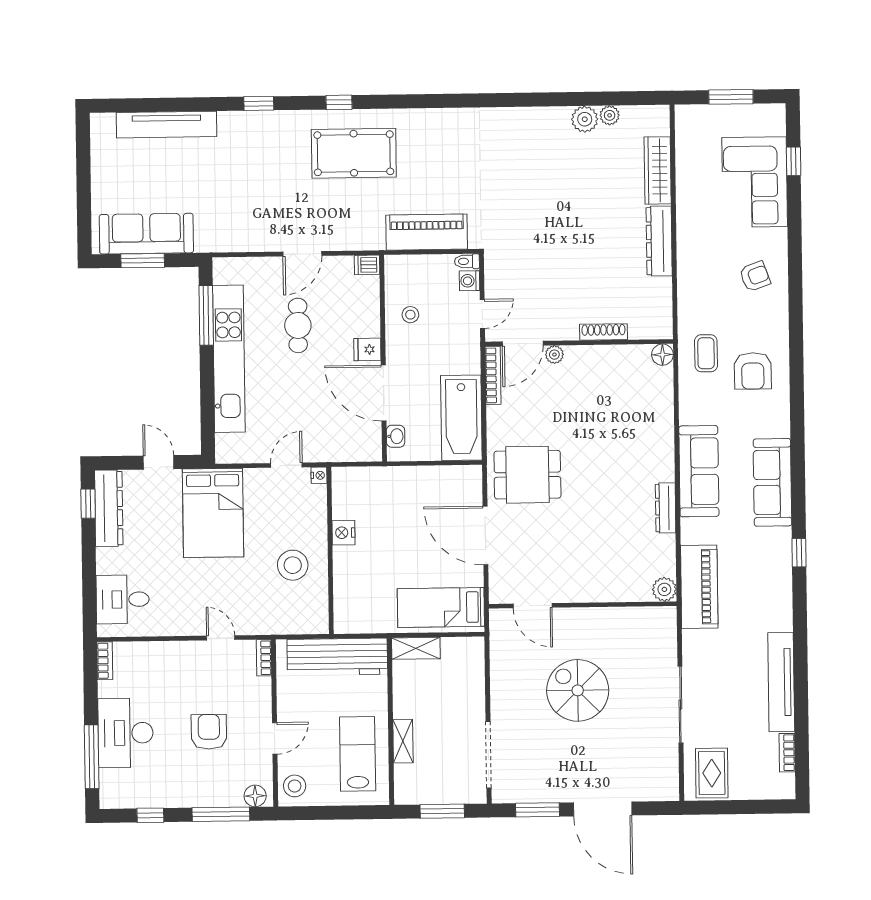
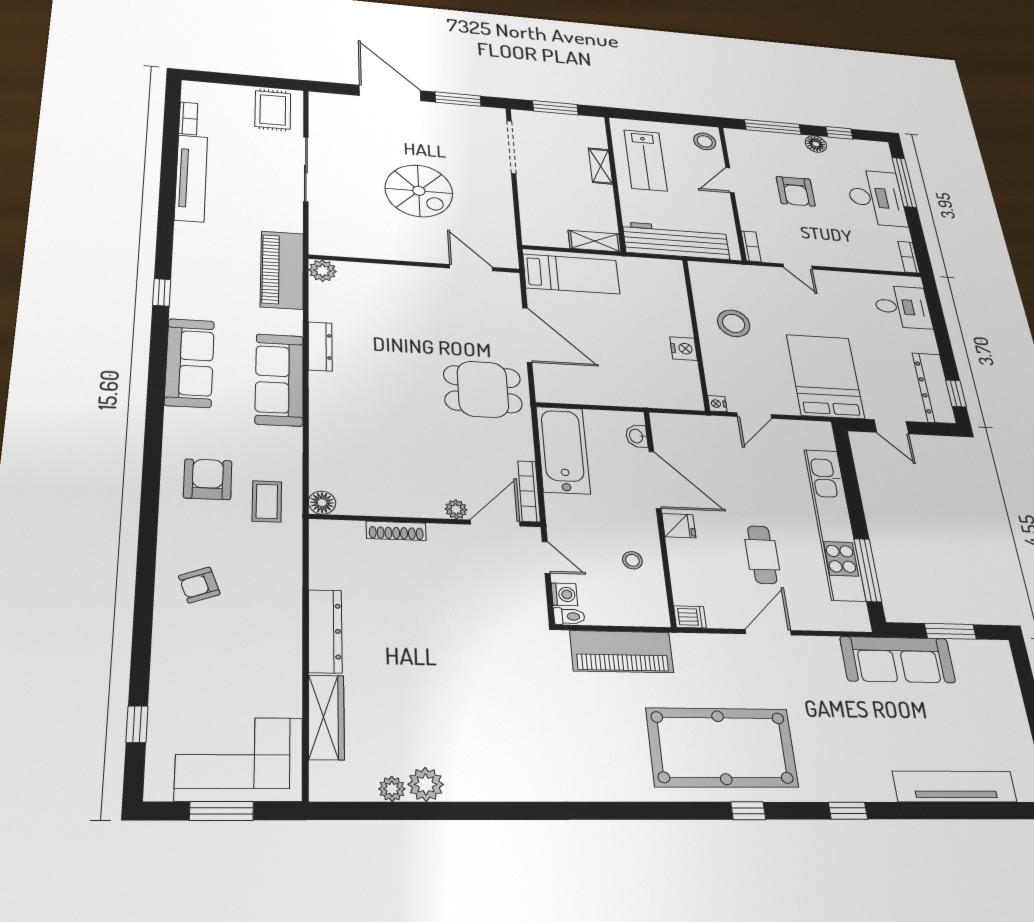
pool table: (354, 153) -> (722, 747), width x1.36, depth x1.32
corner sofa: (755, 182) -> (239, 759), moved, turned -90
sofa: (146, 234) -> (898, 660), moved
door: (482, 314) -> (546, 557), swing flipped
floor lamp: (255, 796) -> (816, 144), moved

